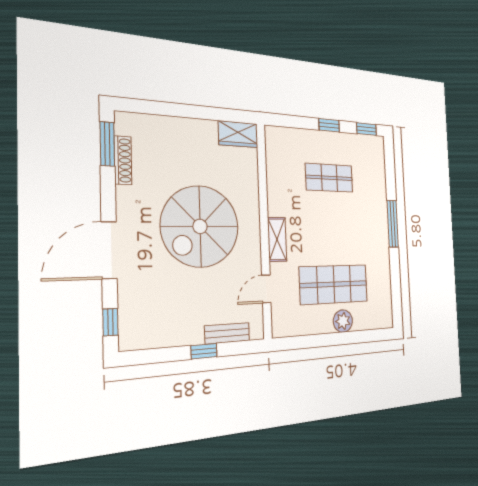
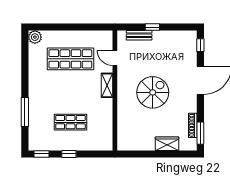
wardrobe: (238, 134) -> (167, 144), moved
window: (393, 224) -> (25, 112), moved
spiral stairs: (200, 226) -> (153, 92), width x0.73, depth x0.73
door: (266, 289) -> (115, 58), swing flipped
plant: (343, 321) -> (35, 37), moved

